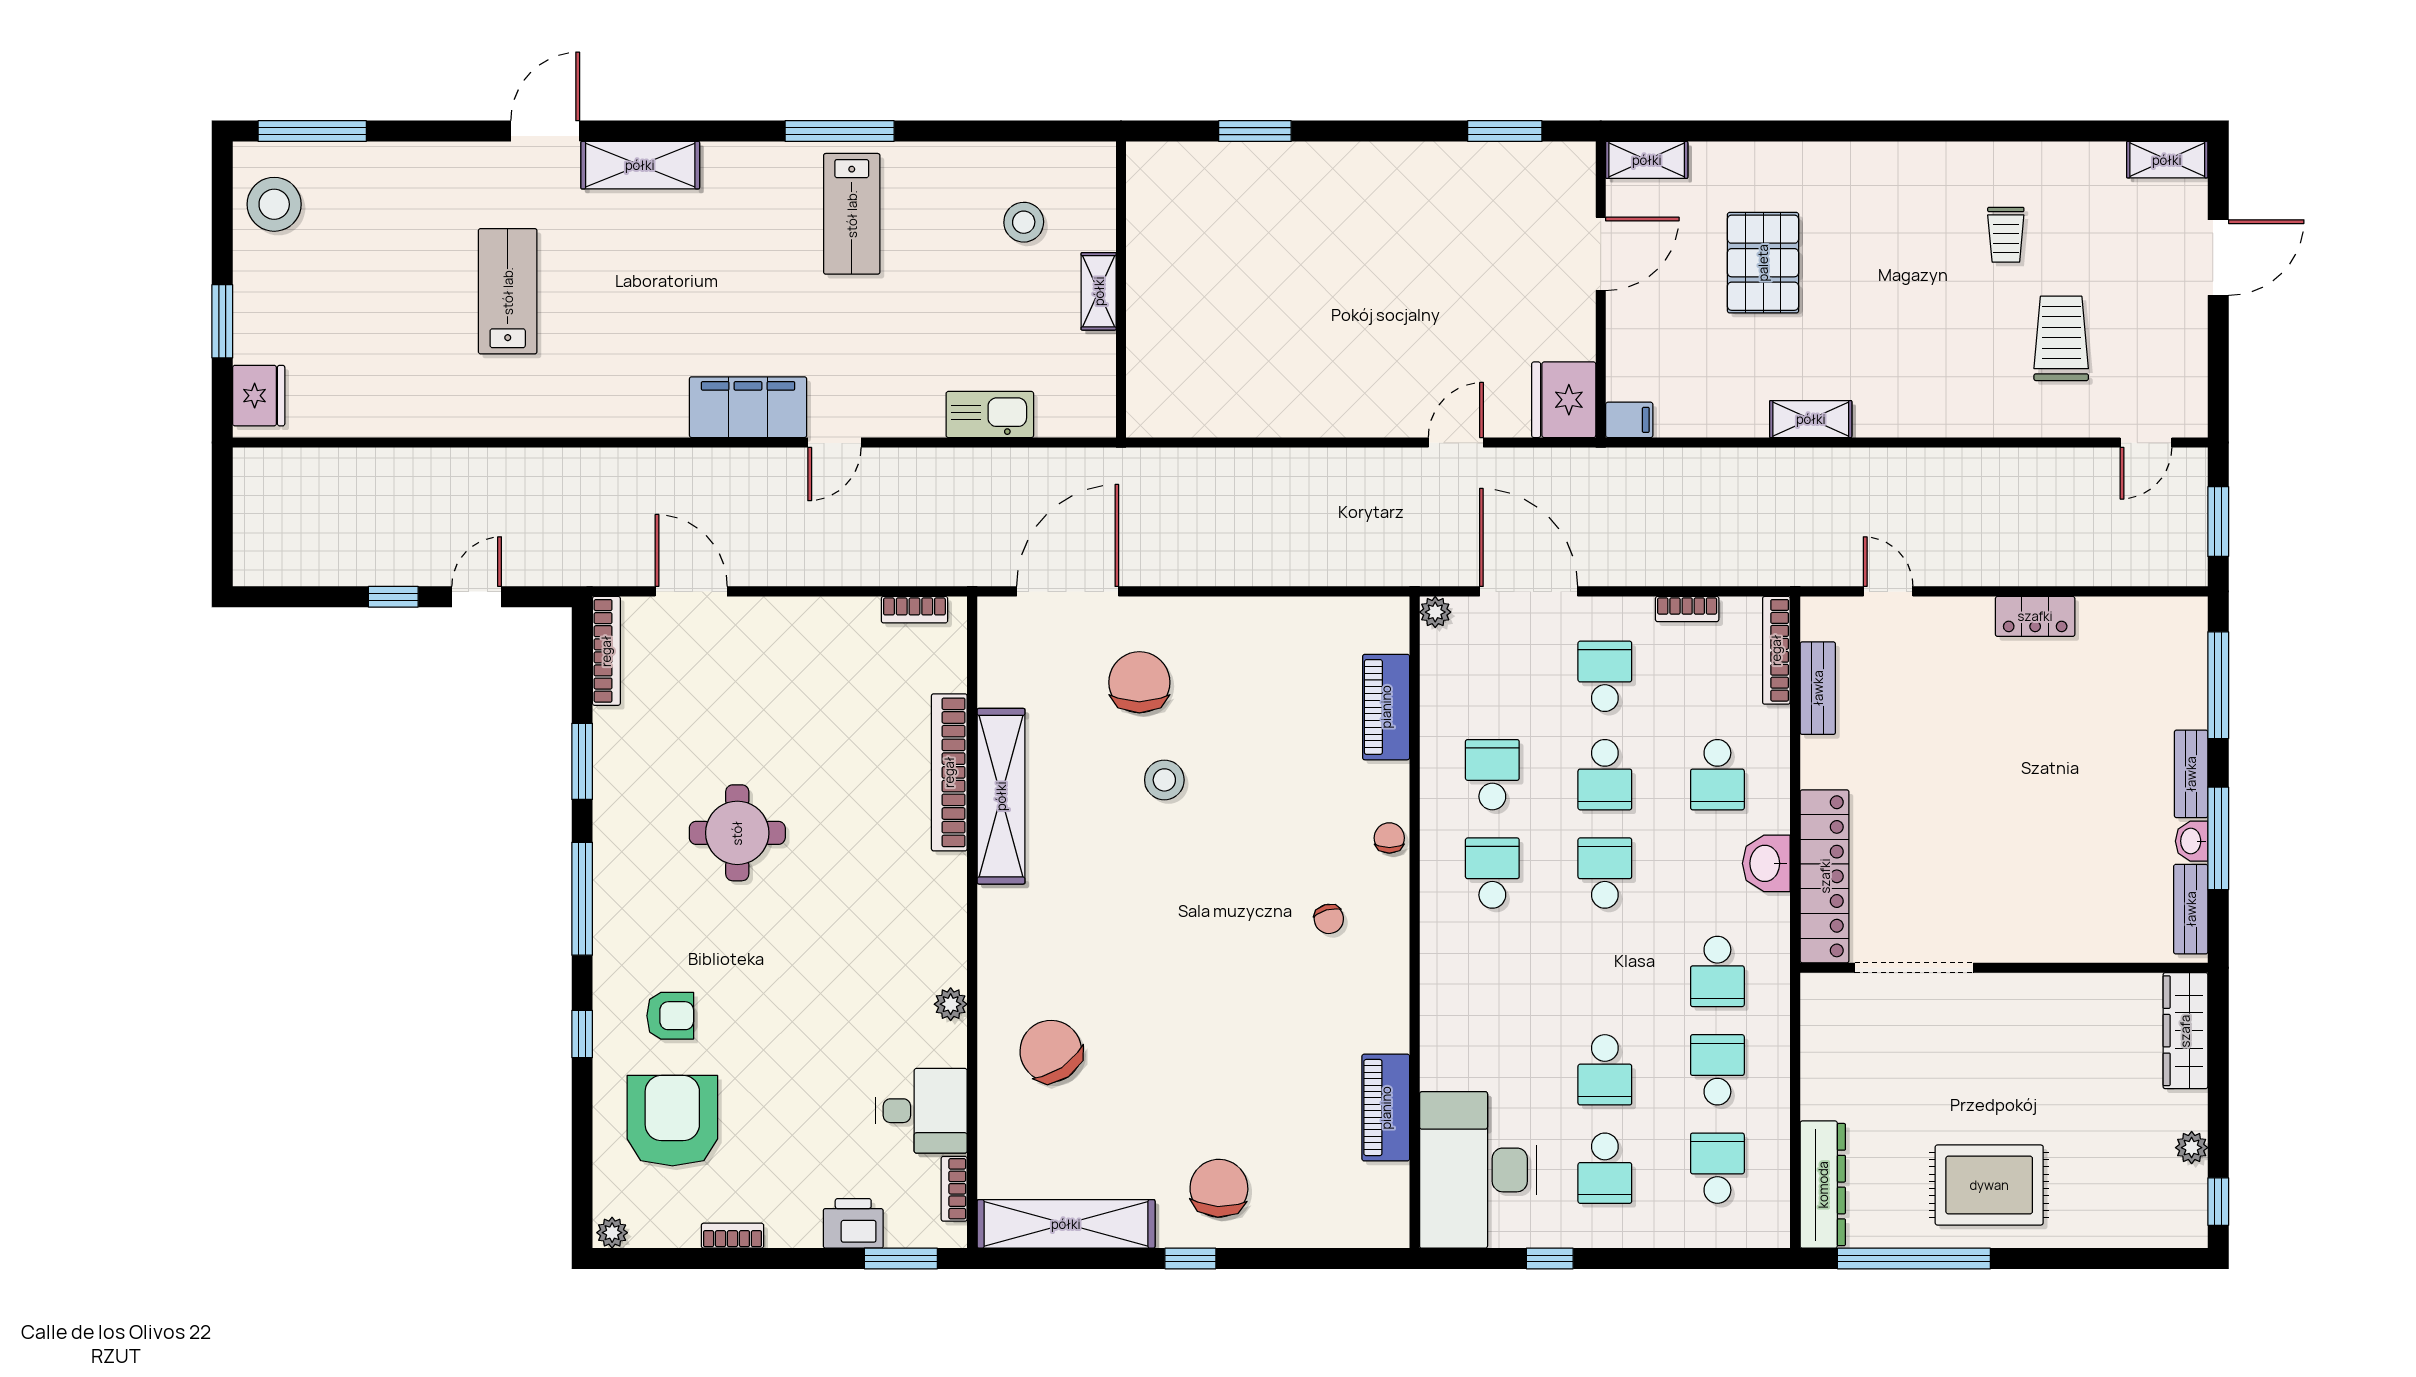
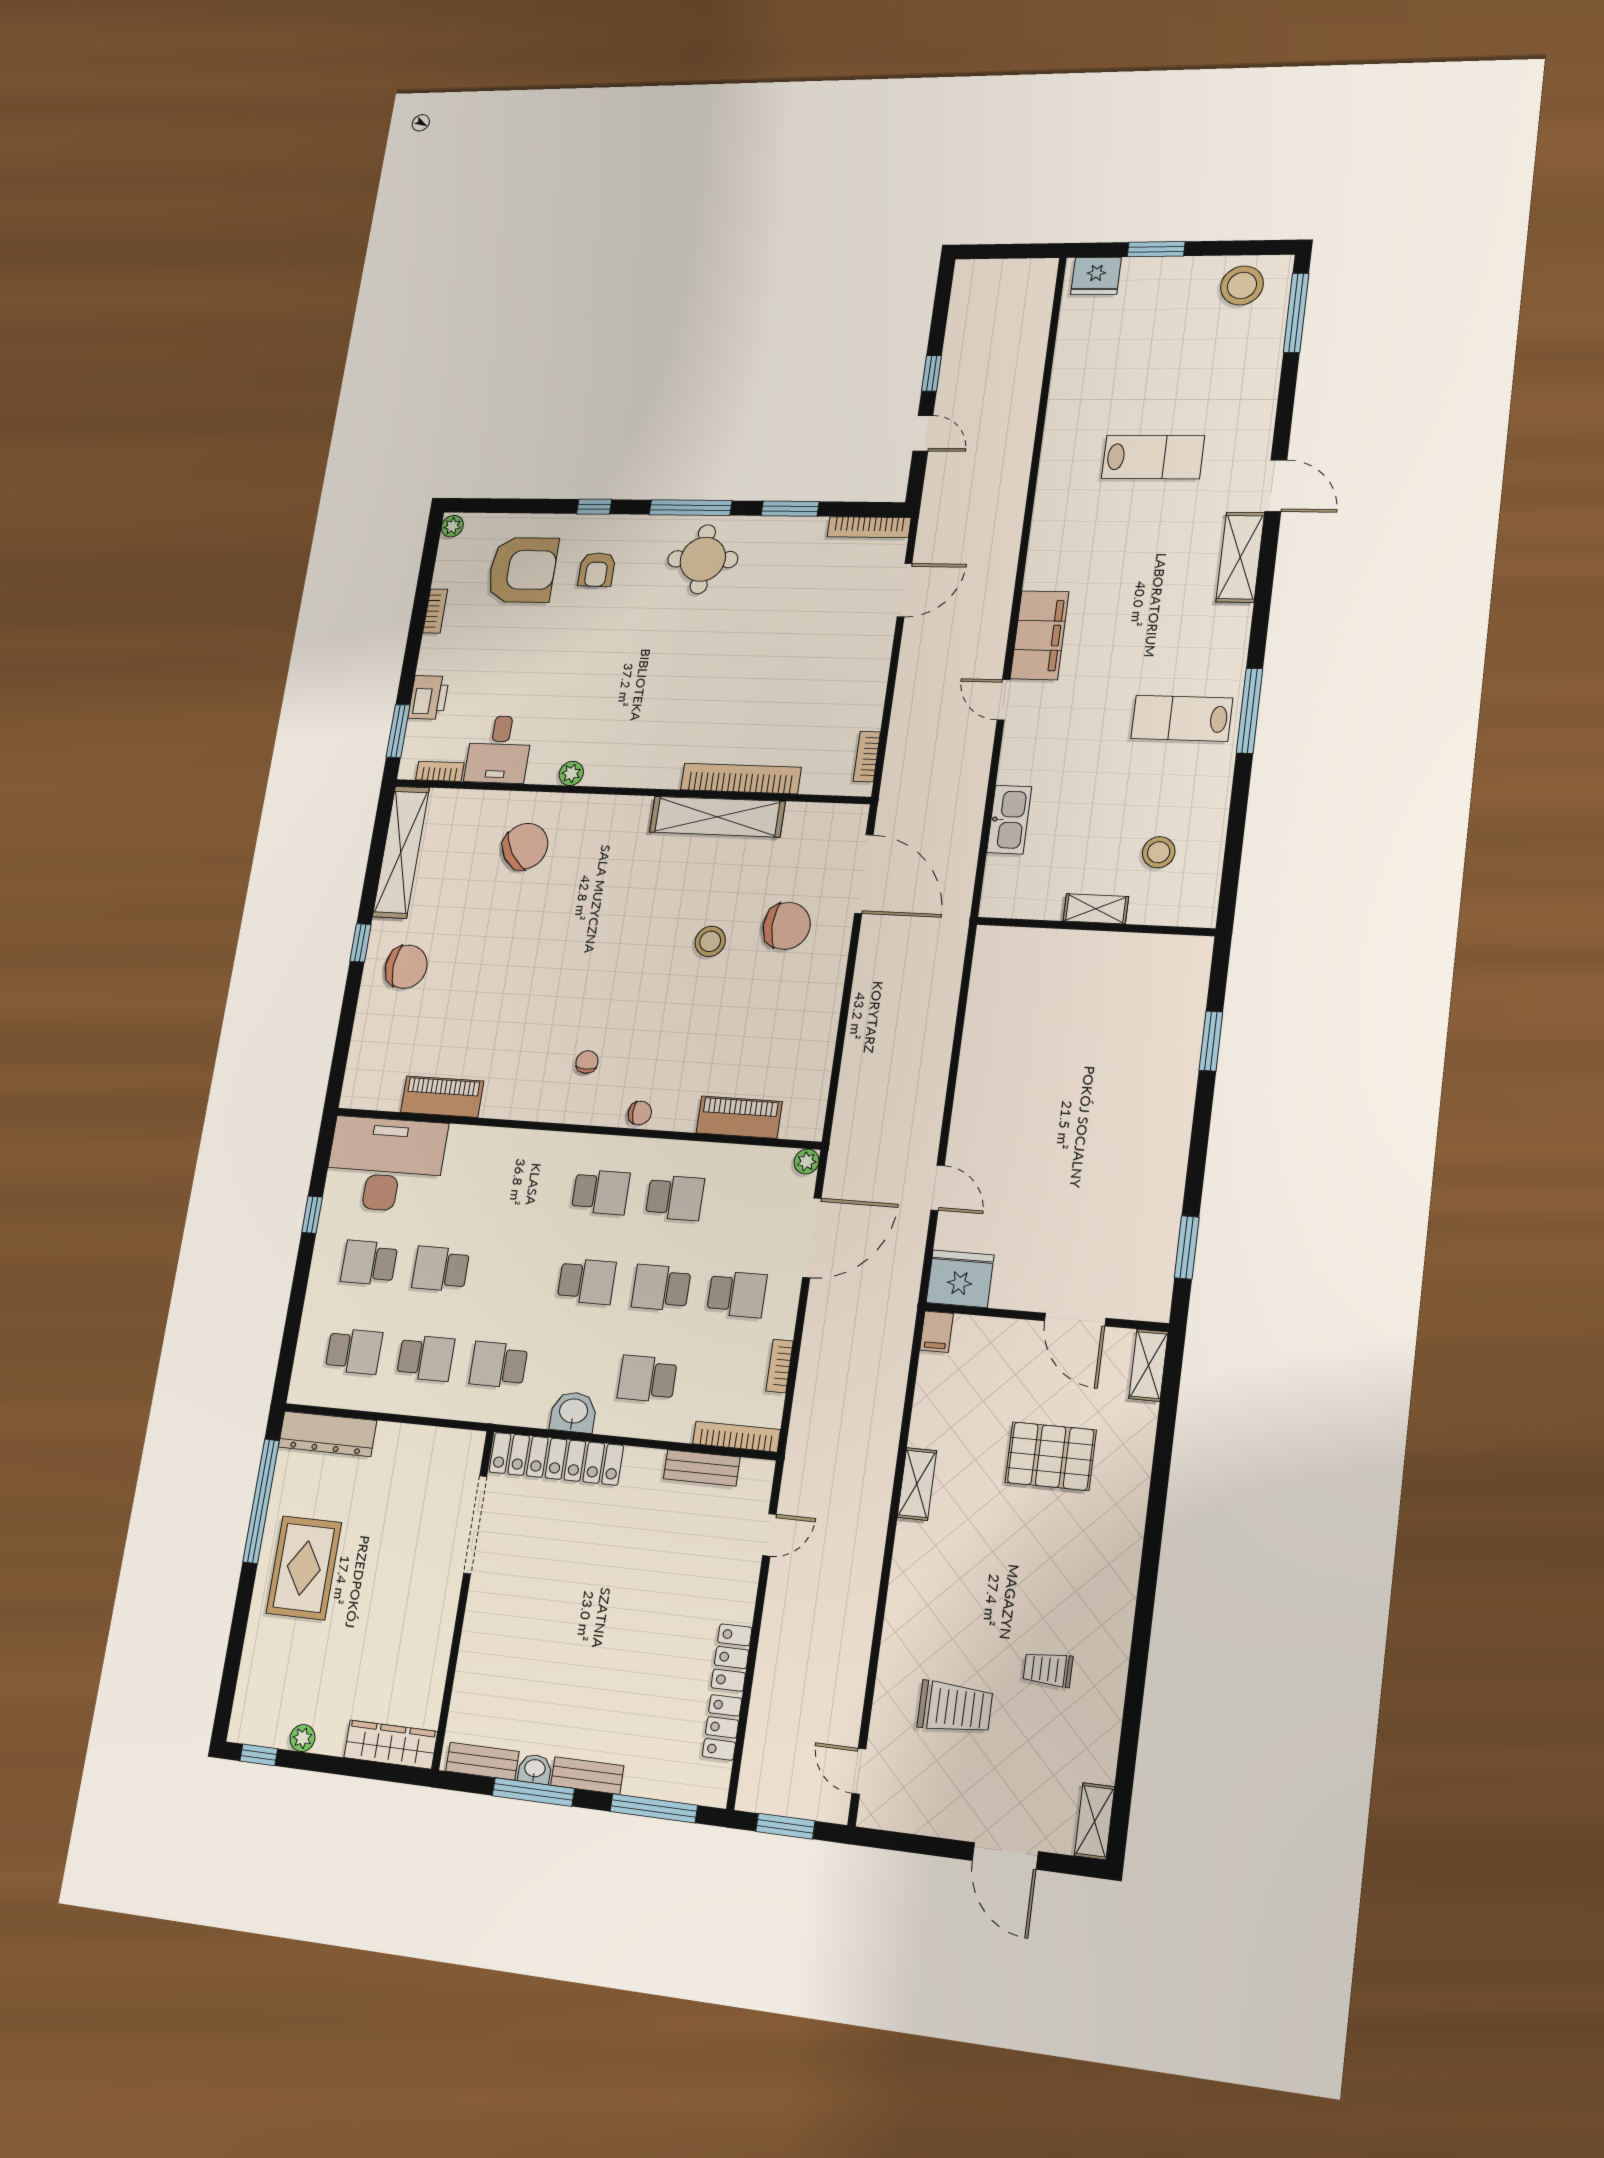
locker: (2116, 616) -> (722, 1727), added
round table: (737, 833) -> (703, 559), moved
chair: (1329, 919) -> (587, 1062), turned 106

